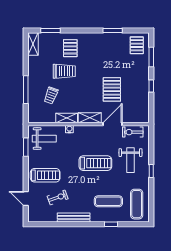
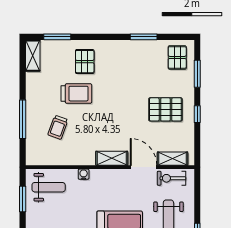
pallet: (112, 89) -> (165, 109), moved, turned 90
shelving: (67, 118) -> (173, 159), moved
door: (112, 124) -> (143, 167), hinge flipped

